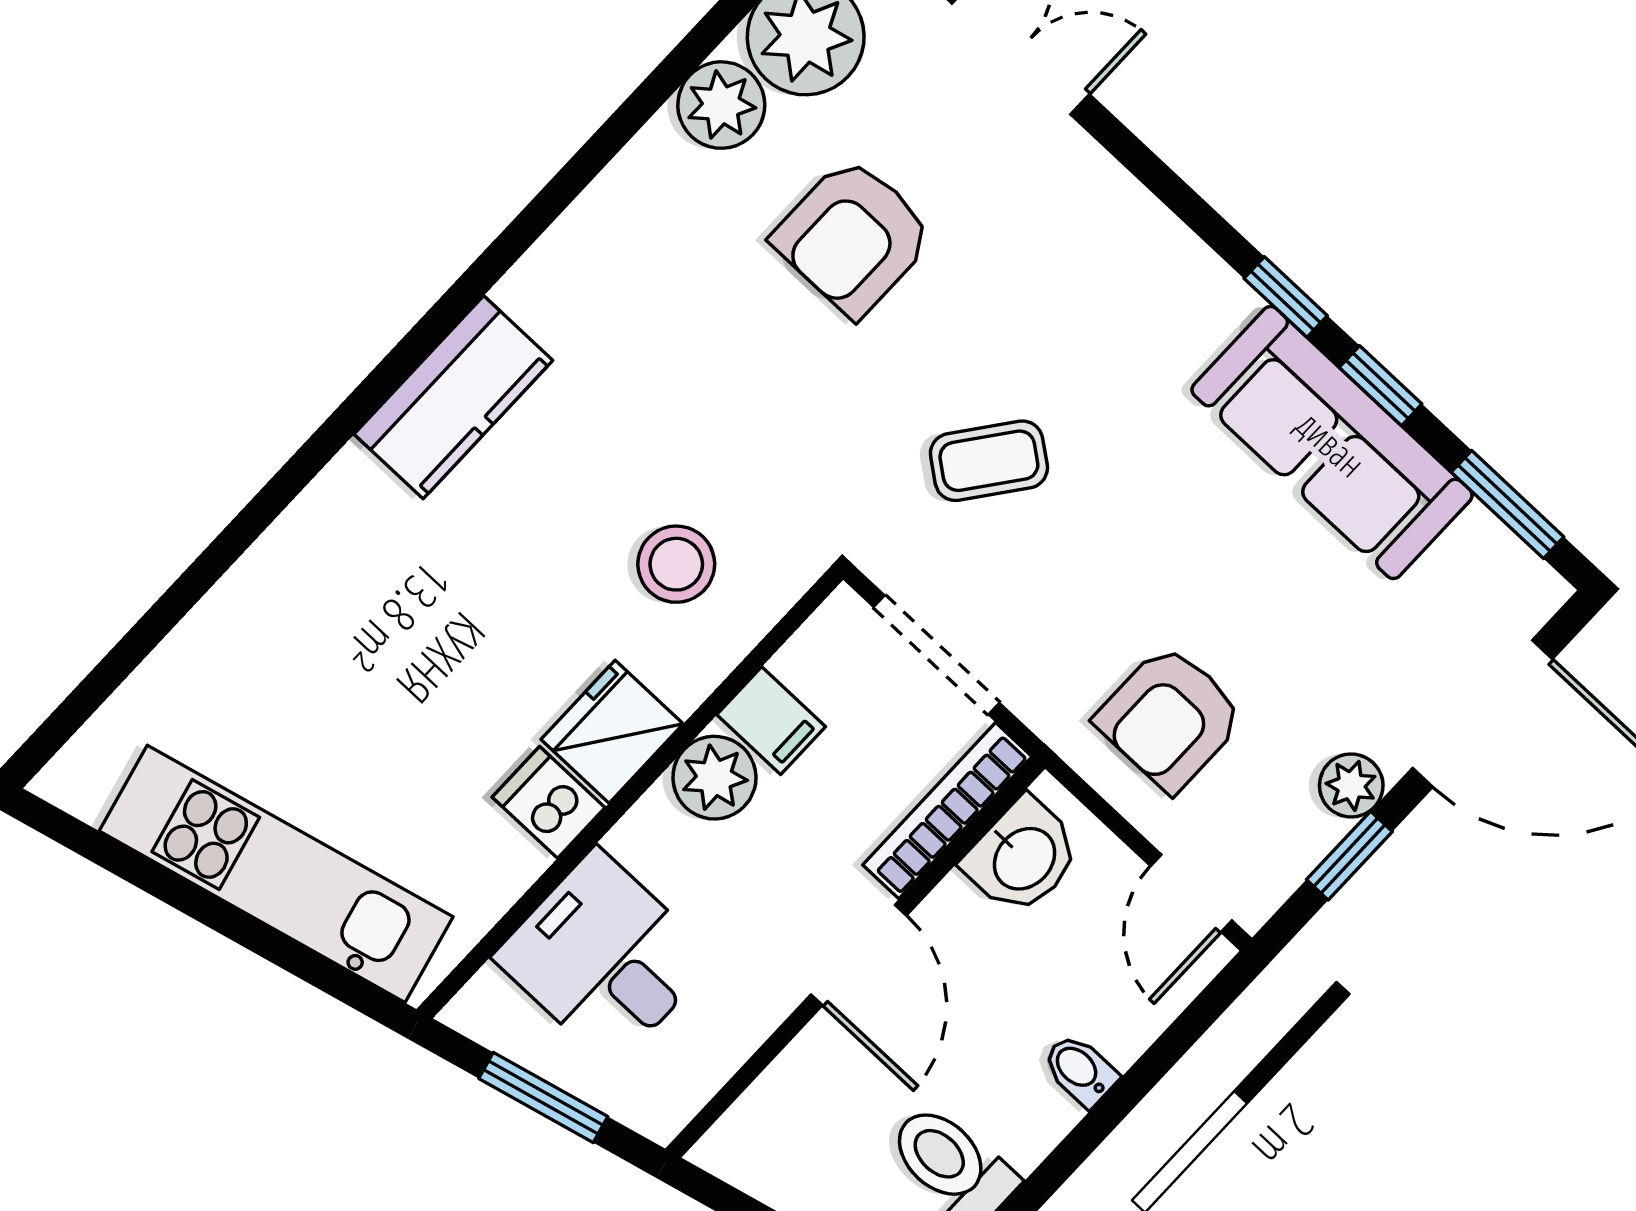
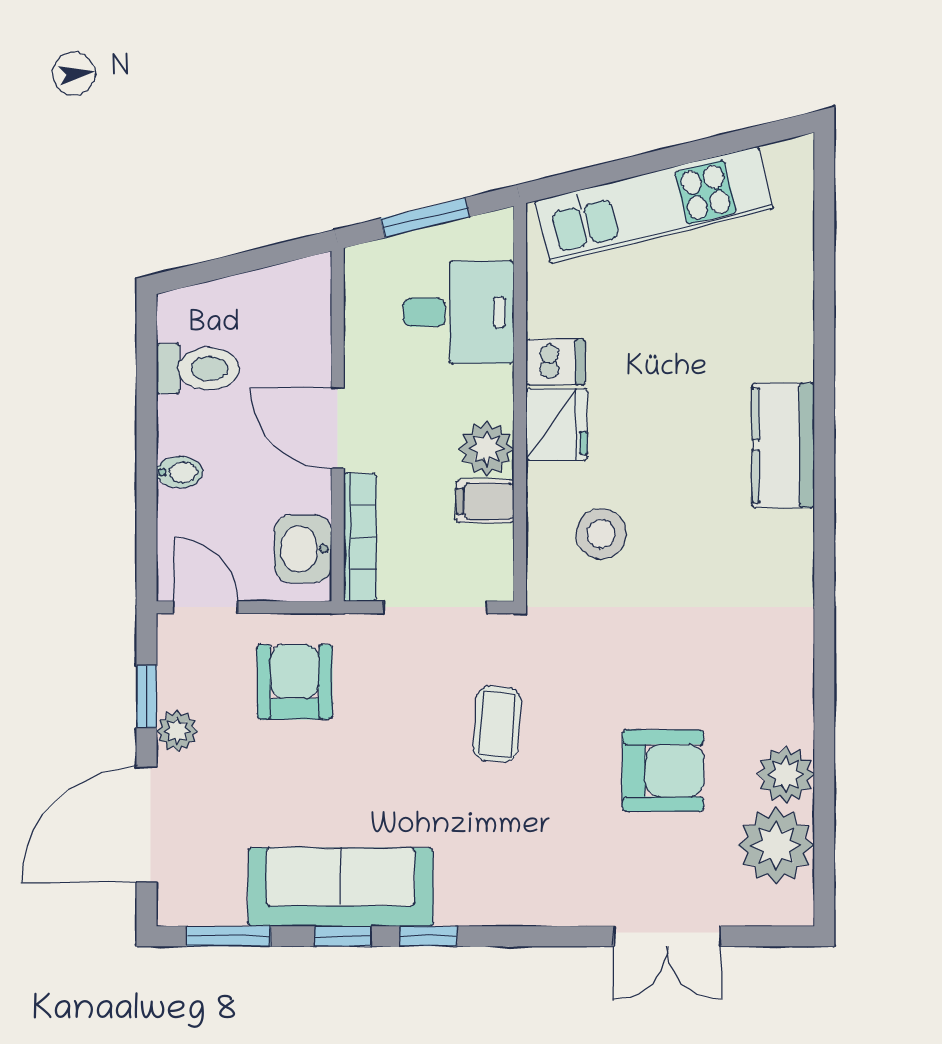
armchair: (853, 237) -> (663, 771), turned 90
kitchen counter: (453, 397) -> (783, 445), moved
coffee table: (989, 461) -> (497, 724), turned -33

